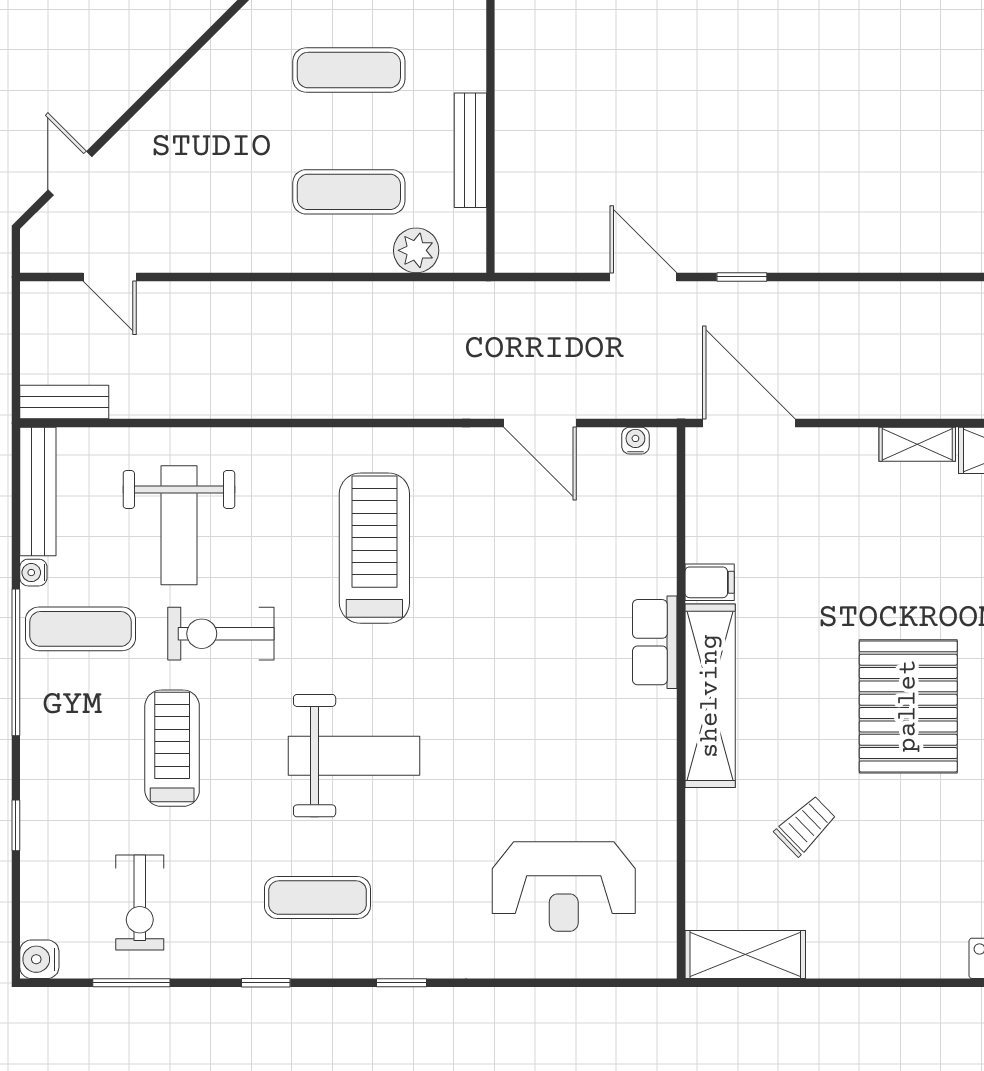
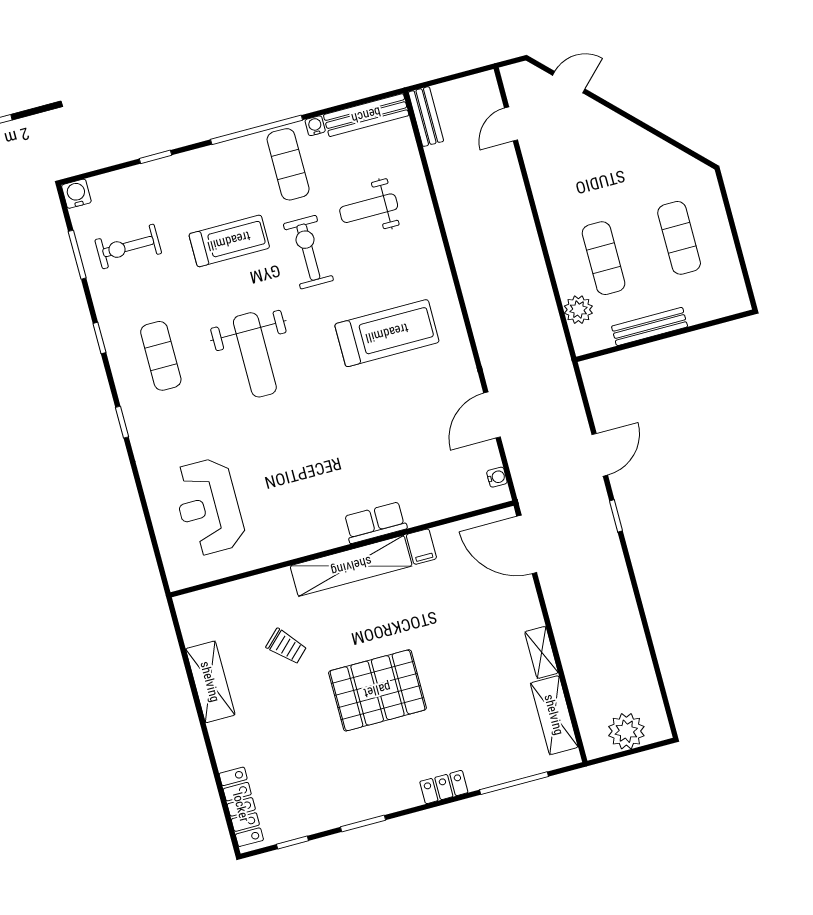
door: (749, 423) -> (527, 544), swing flipped
weight bench: (179, 525) -> (369, 208), width x0.73, depth x0.75
shelving: (745, 955) -> (210, 682), moved

